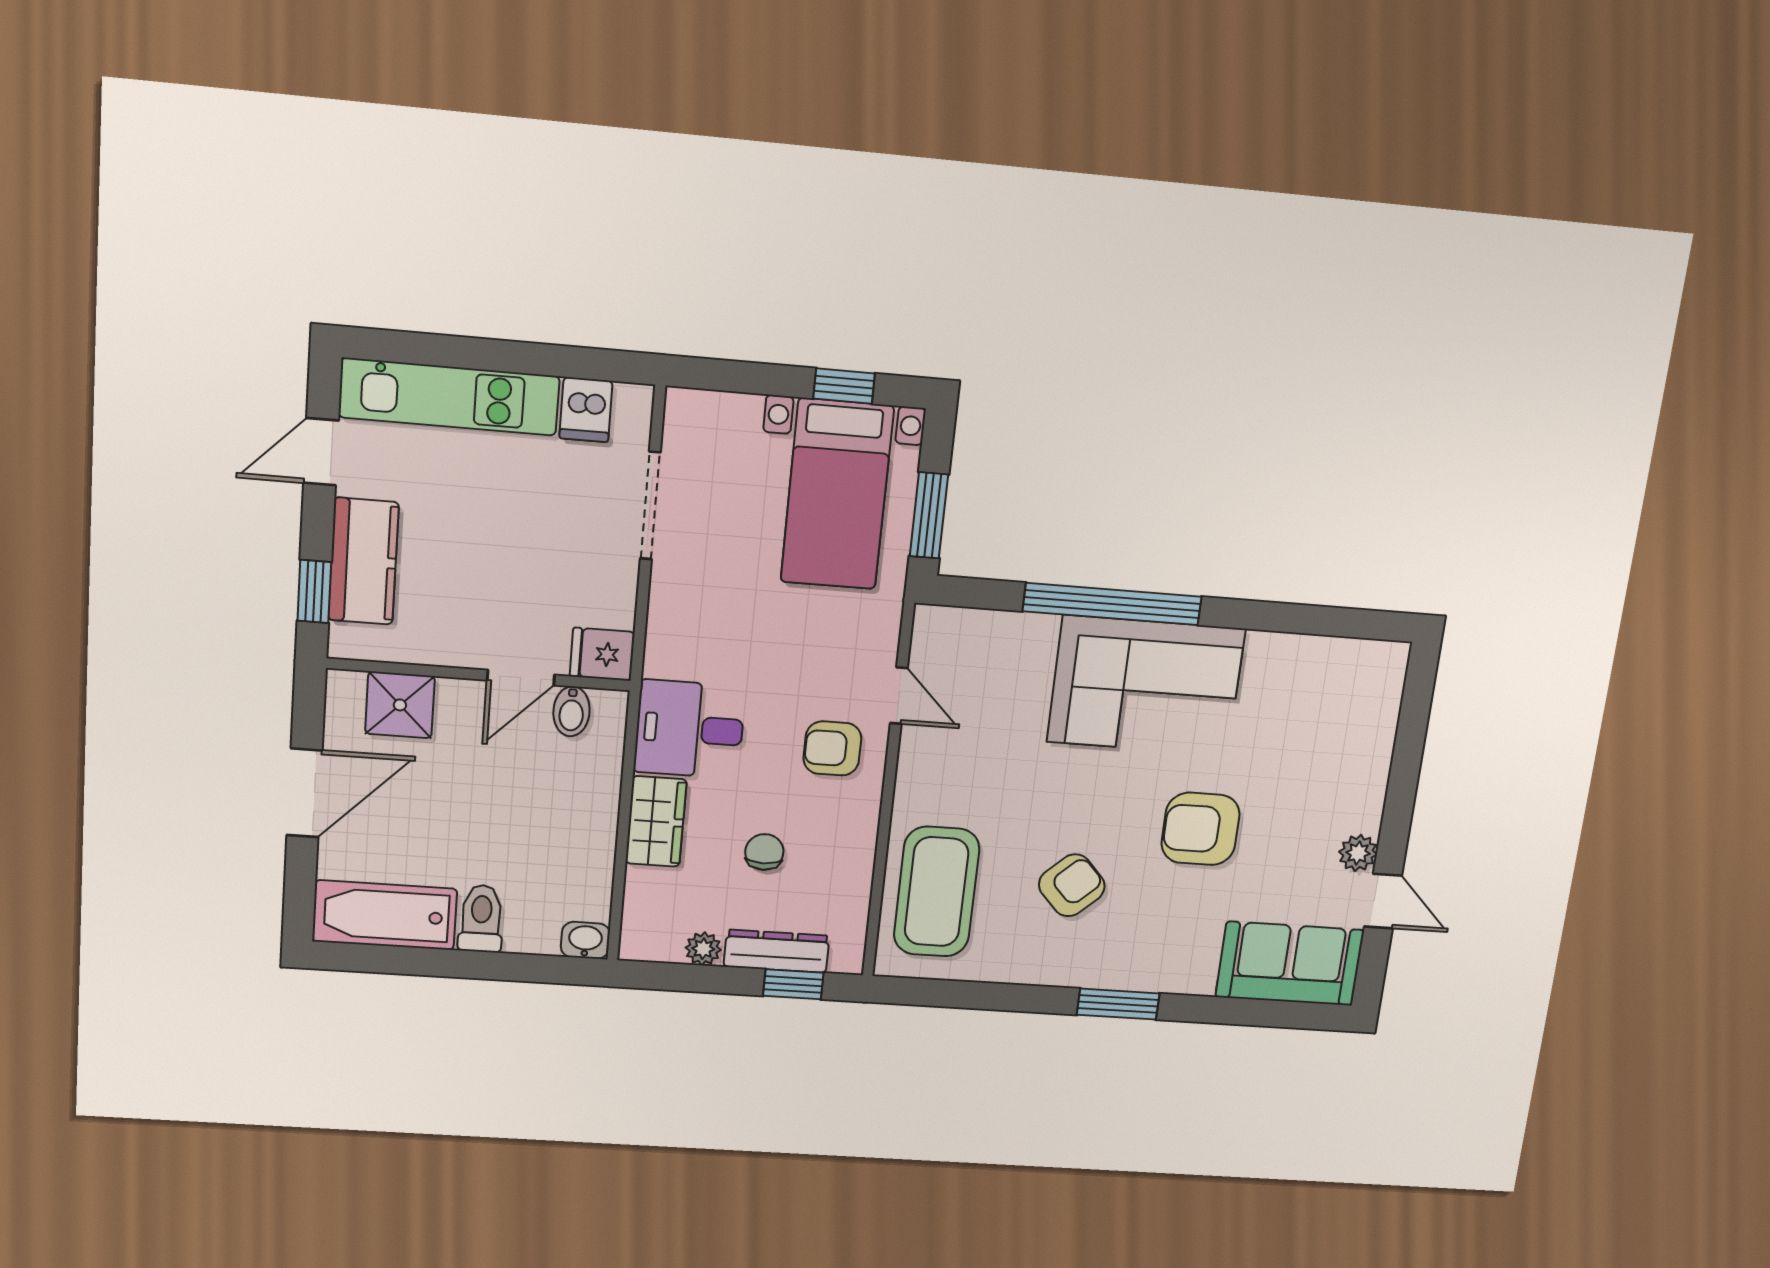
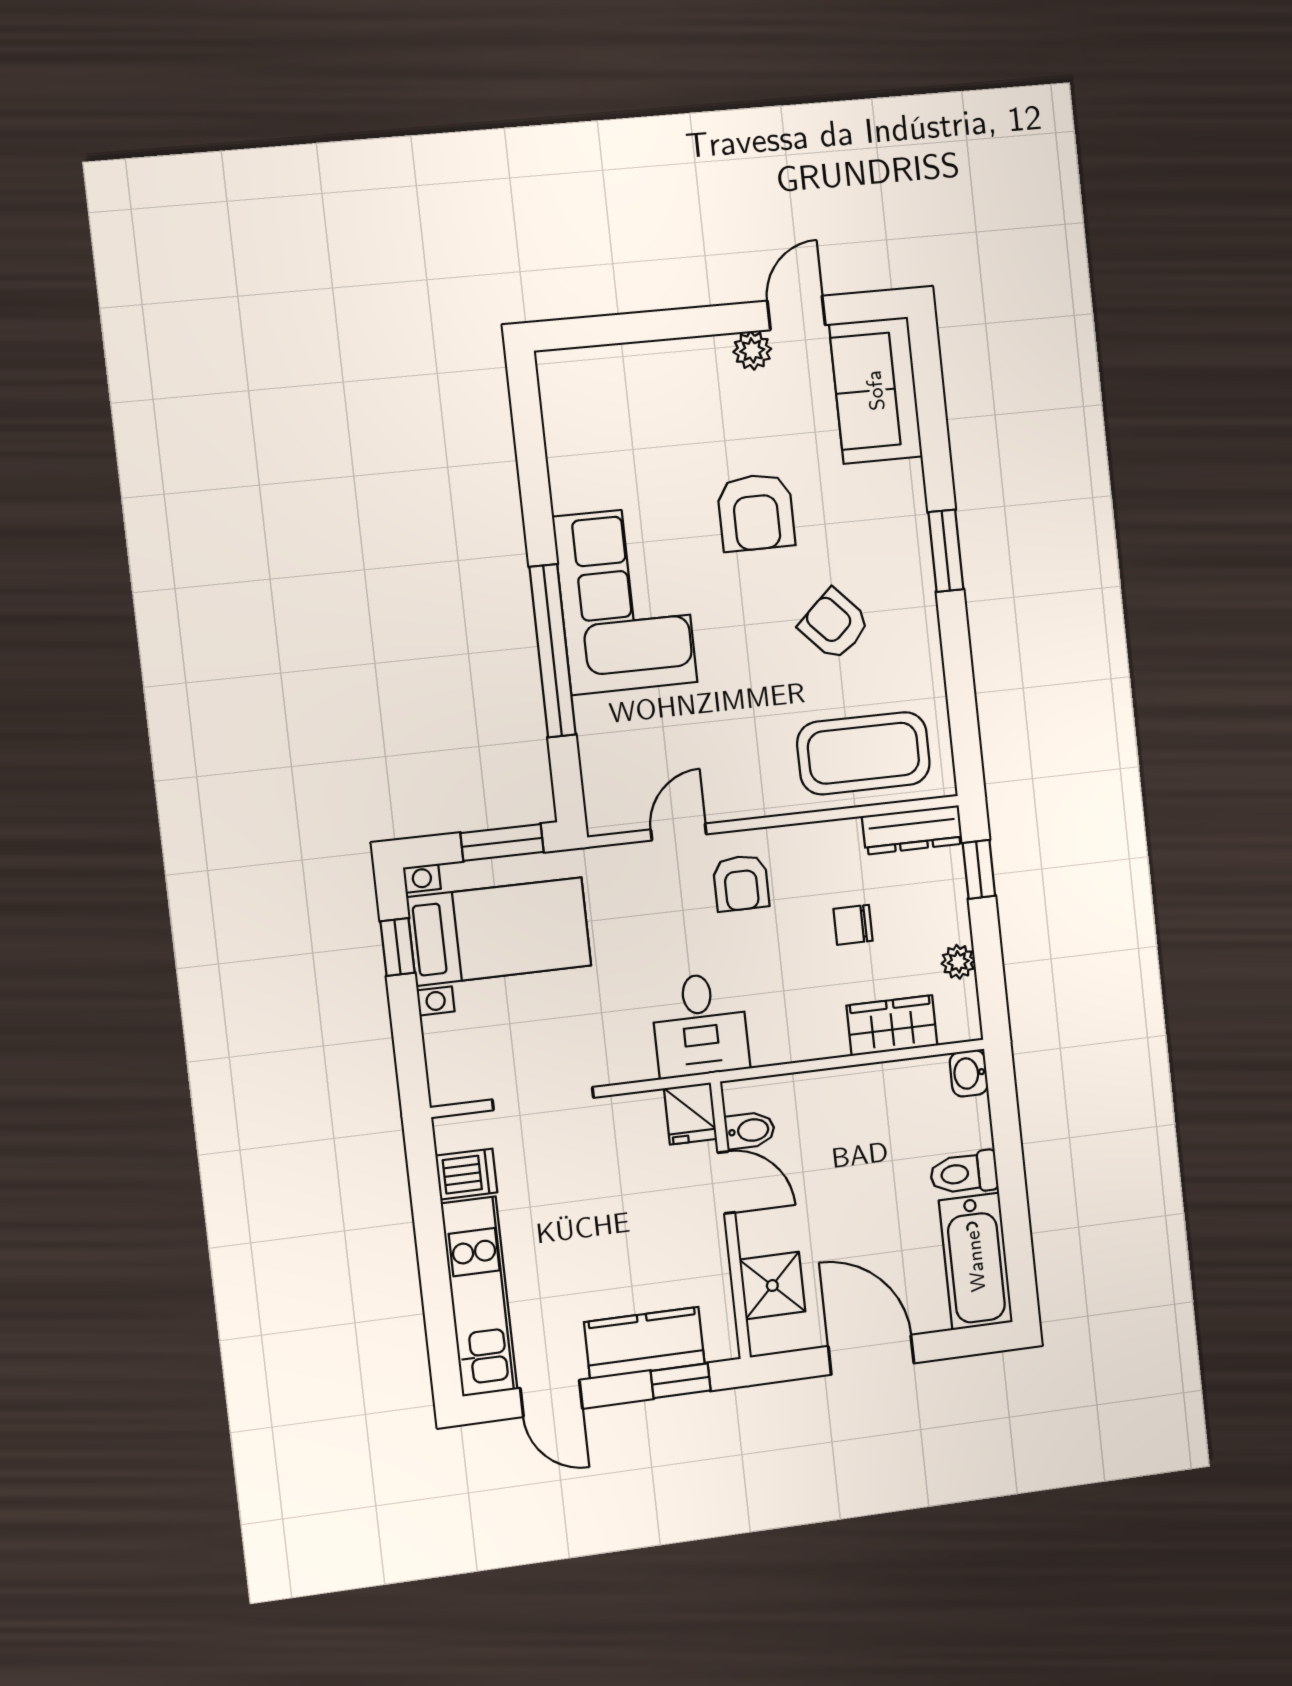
desk: (690, 729) -> (700, 1025), moved
wardrobe: (656, 821) -> (892, 1026), moved
dresser: (777, 951) -> (912, 830), moved, turned -90

